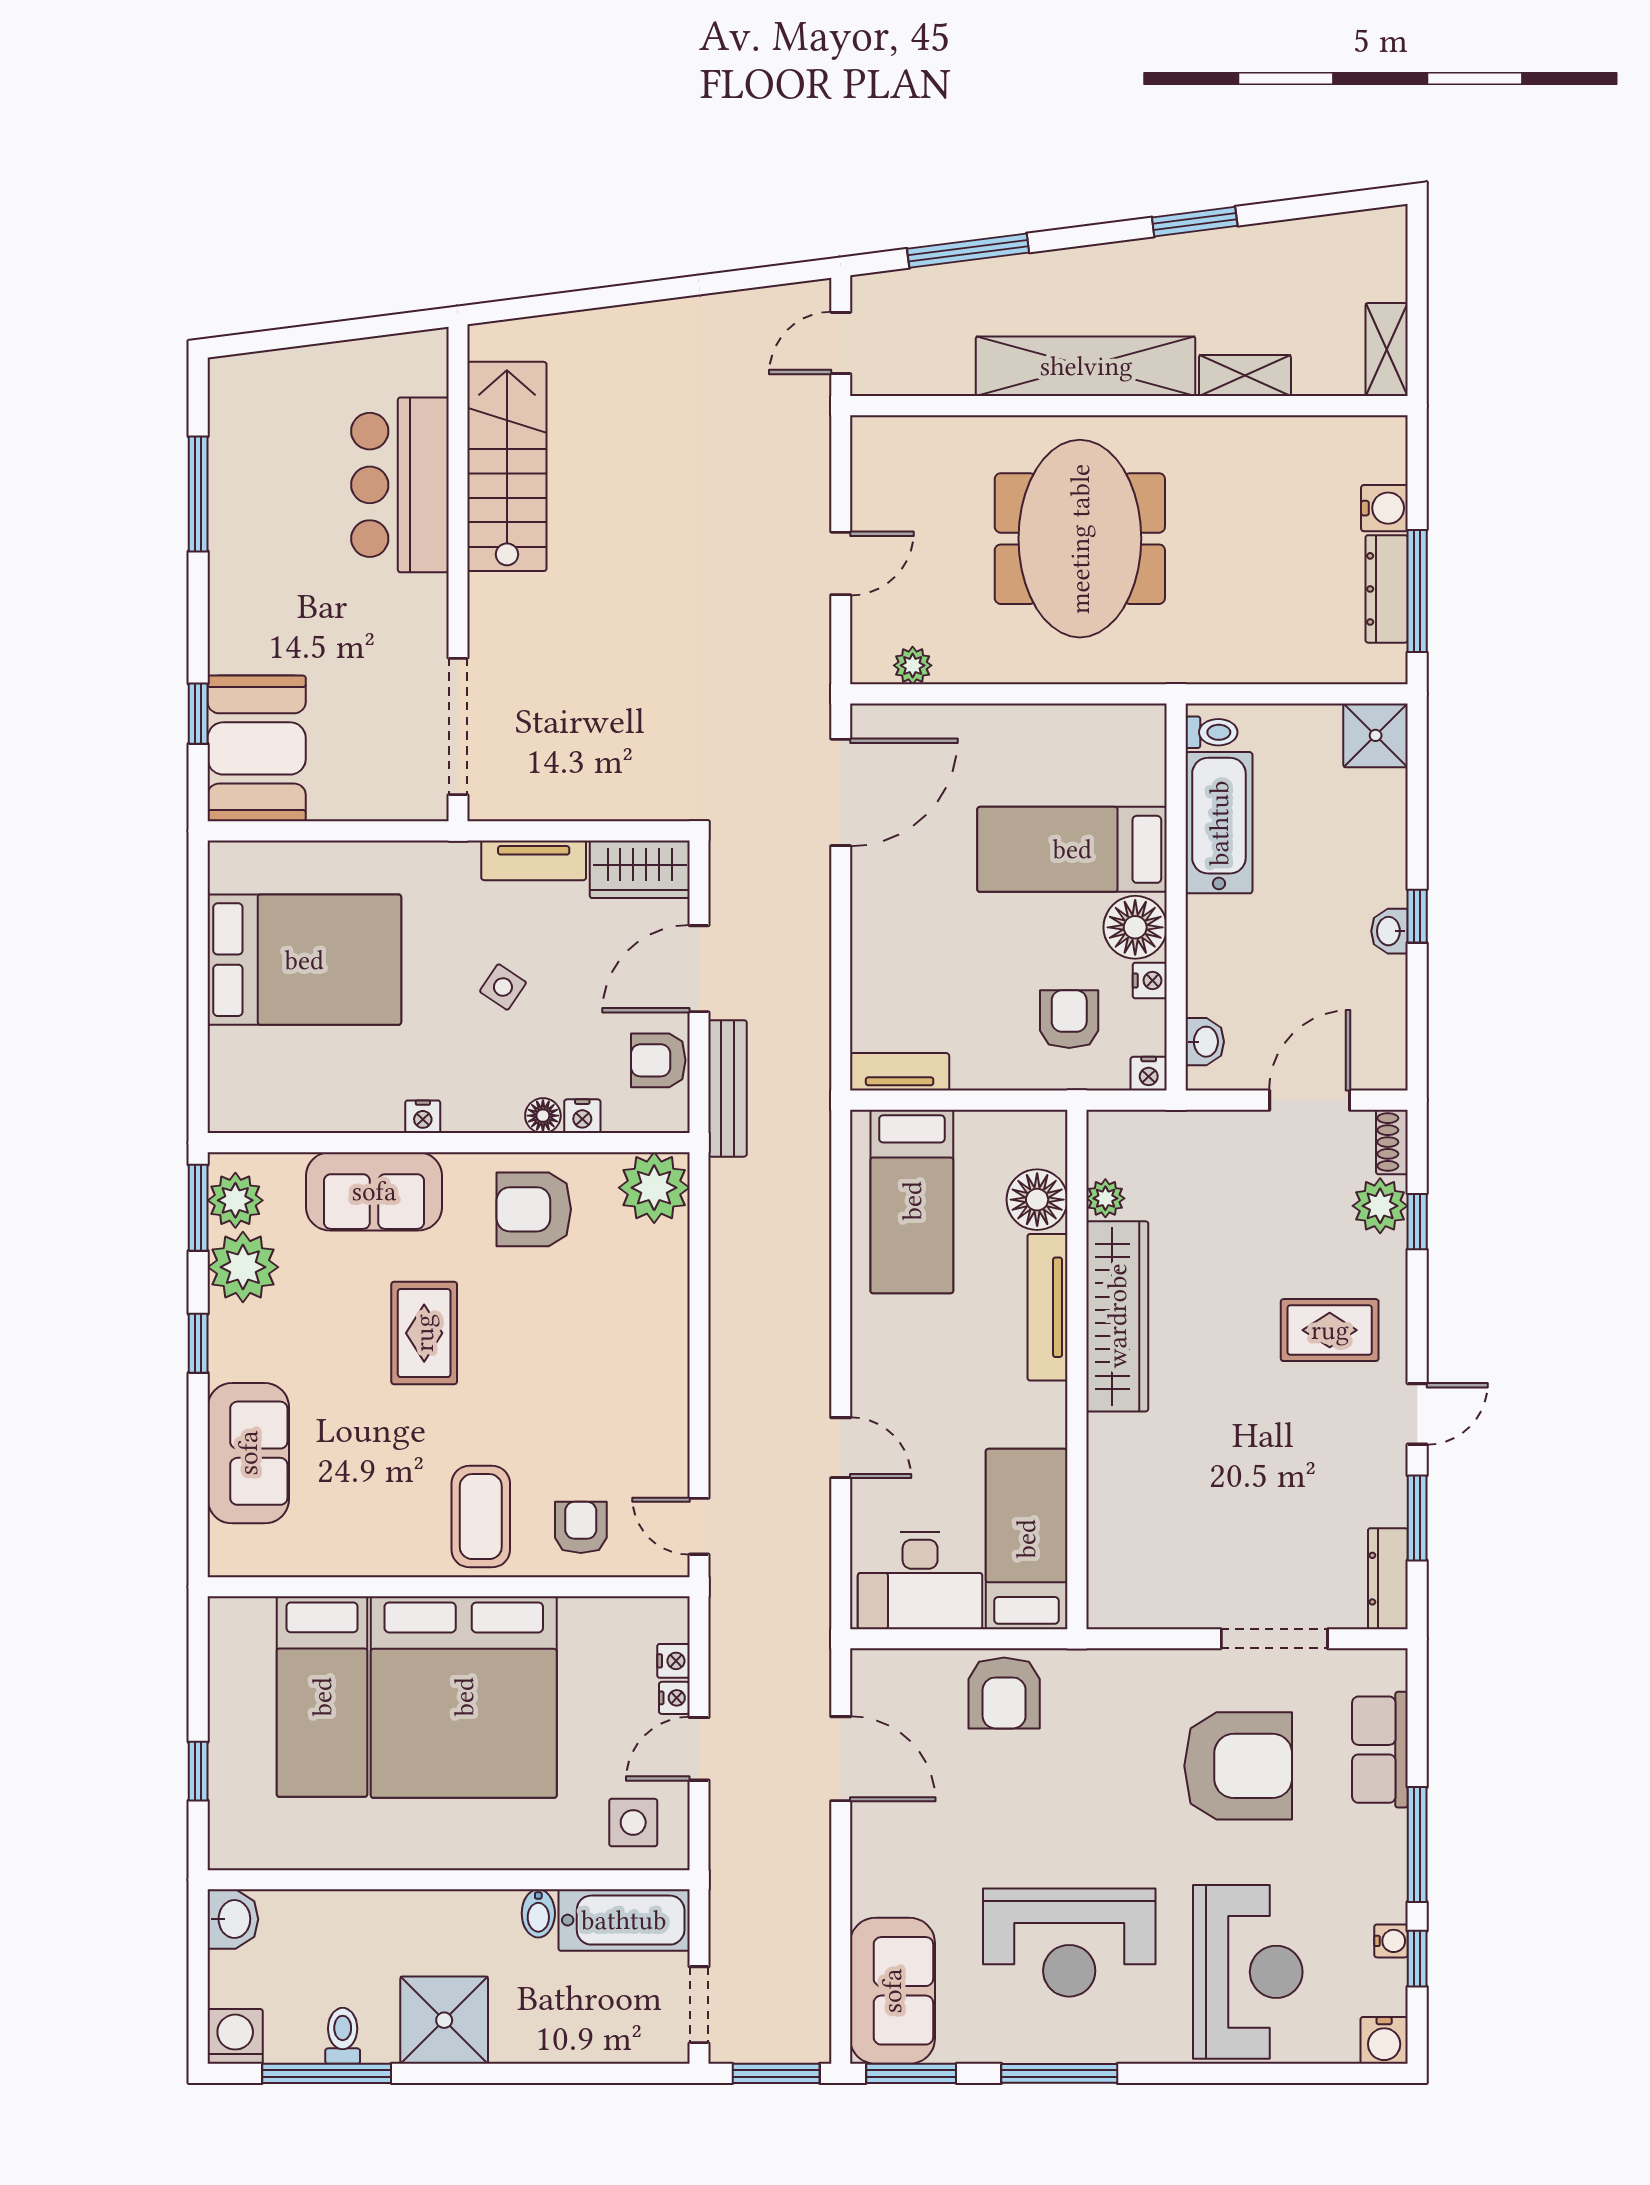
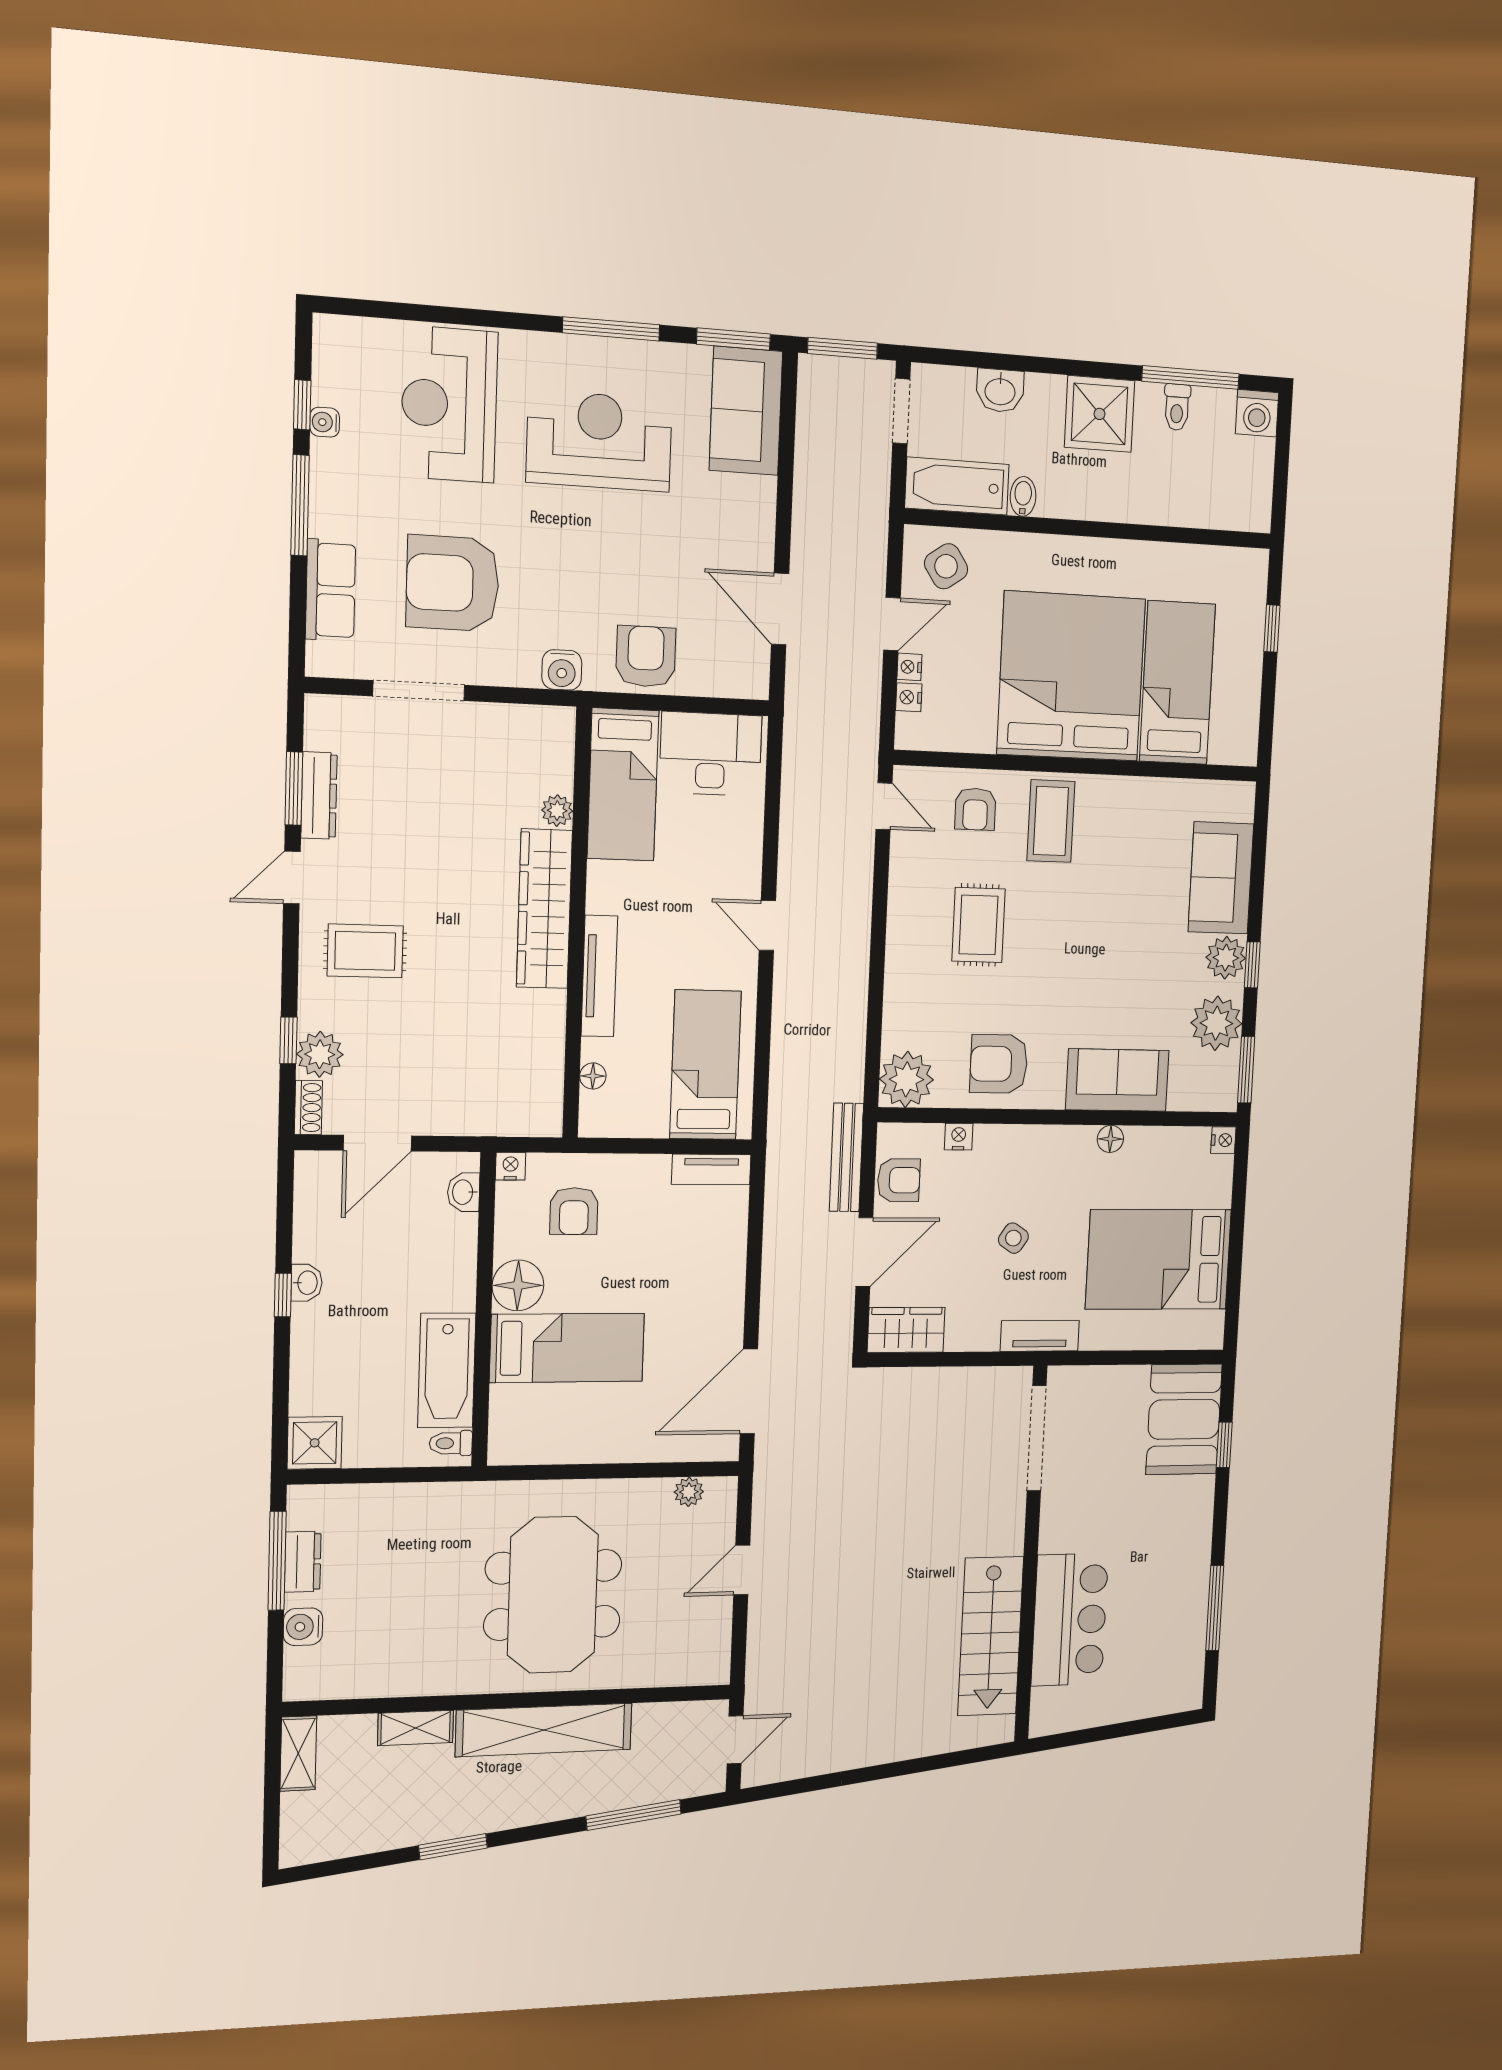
dresser: (1387, 589) -> (303, 1562), width x0.70
tv unit: (534, 860) -> (1040, 1336), moved
nightstand: (1150, 980) -> (507, 1242), removed
floor lamp: (543, 1116) -> (1110, 1139), moved
nightstand: (423, 1117) -> (1223, 1140), moved, turned 90
plant: (1105, 1198) -> (557, 811), moved
plant: (235, 1200) -> (1226, 958), moved
floor lamp: (1037, 1200) -> (593, 1076), width x0.53, depth x0.53
armchair: (534, 1209) -> (999, 1064), turned 180
wardrobe: (1117, 1316) -> (544, 909), moved
rug: (424, 1333) -> (978, 925), moved
door: (841, 1448) -> (767, 925), moved
dresser: (1388, 1579) -> (319, 796), moved
side table: (633, 1823) -> (946, 566), turned -34
washbasin: (233, 1919) -> (1000, 391), moved, turned -90
water cooler: (1384, 2040) -> (562, 670), moved, turned 180

